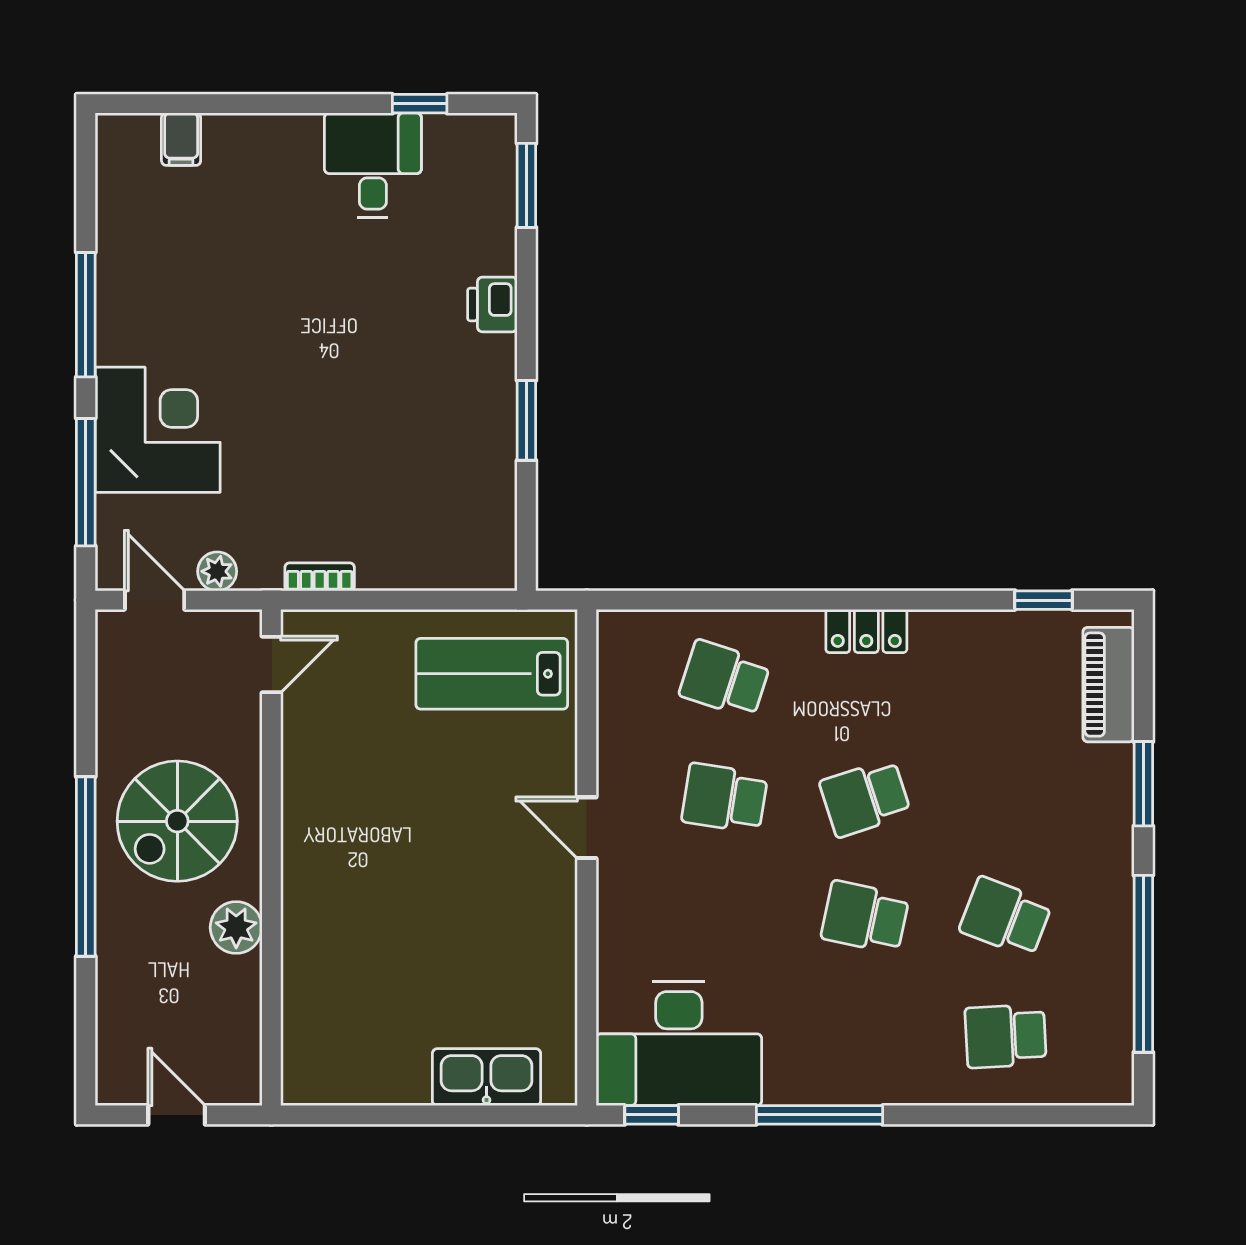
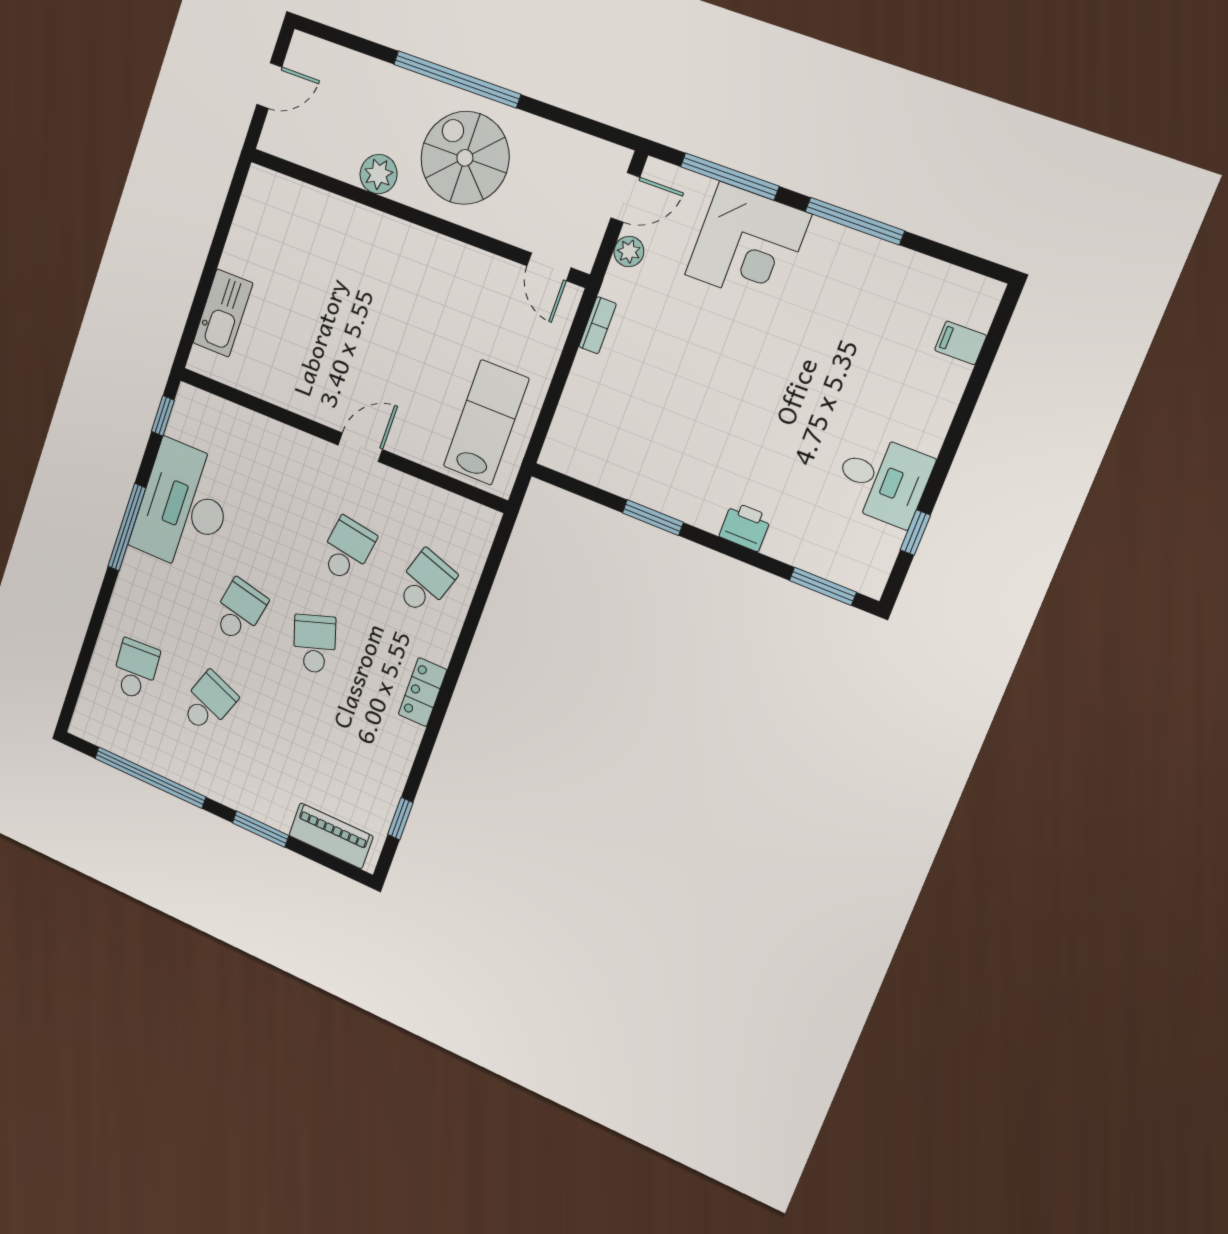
desk: (679, 1044) -> (184, 507), moved

